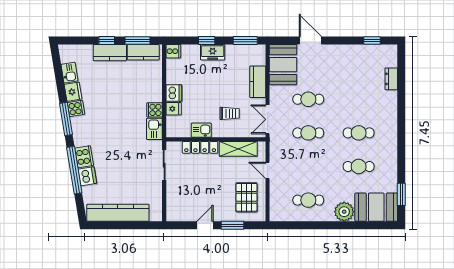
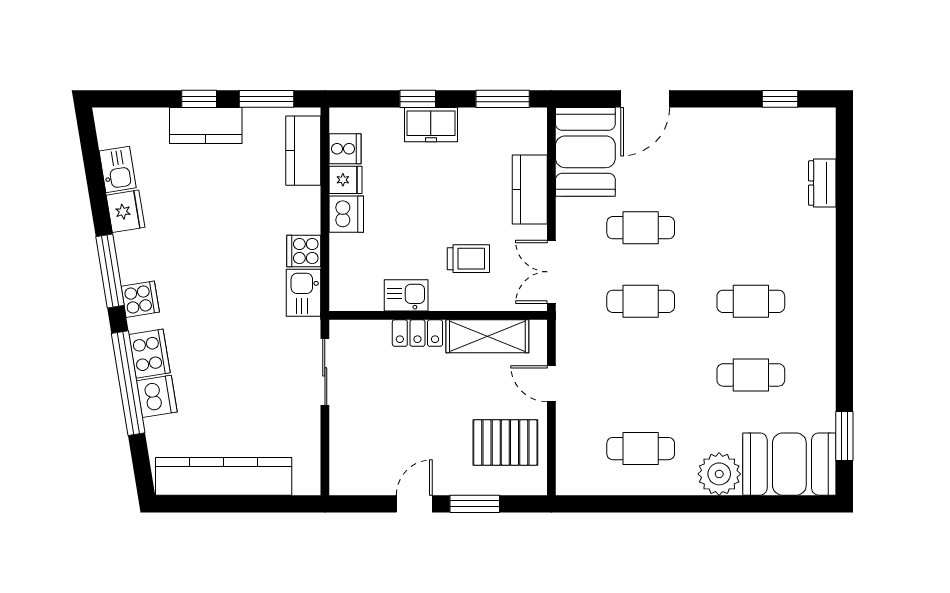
door: (310, 40) -> (645, 99), swing flipped
cooker: (173, 51) -> (345, 149), moved
kitchen counter: (143, 52) -> (303, 151), moved, turned 90
cooker: (76, 108) -> (140, 299), moved
fridge: (174, 109) -> (345, 180), moved
locker: (200, 147) -> (417, 333), width x0.66
pallet: (247, 197) -> (505, 443), turned 90

